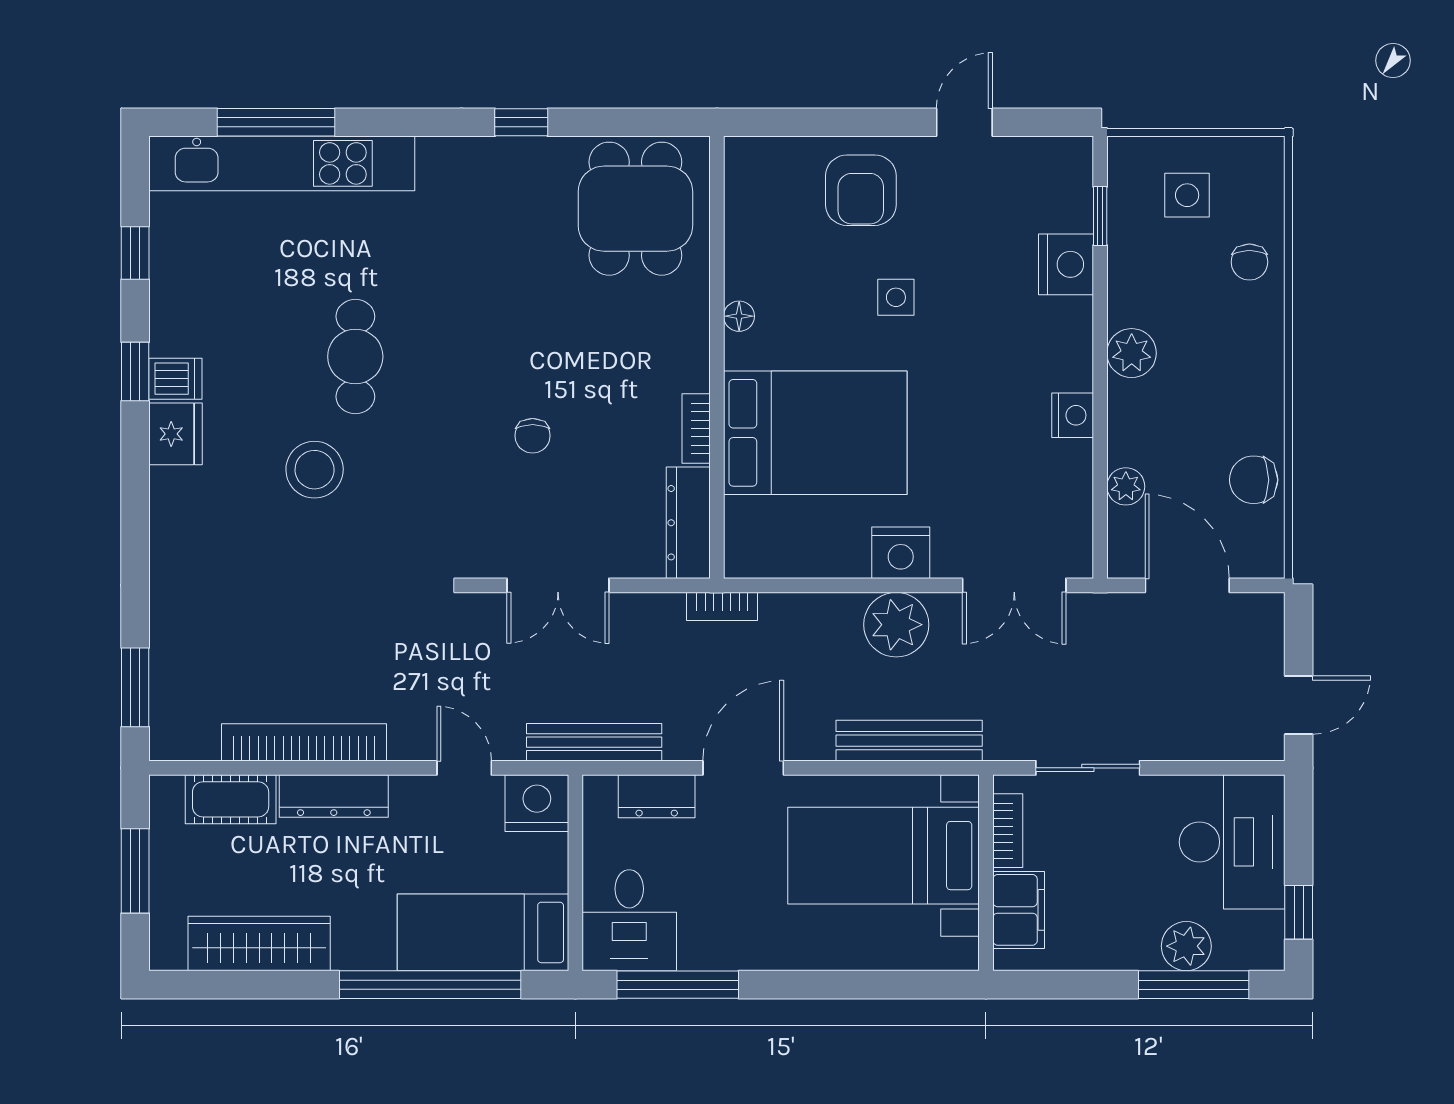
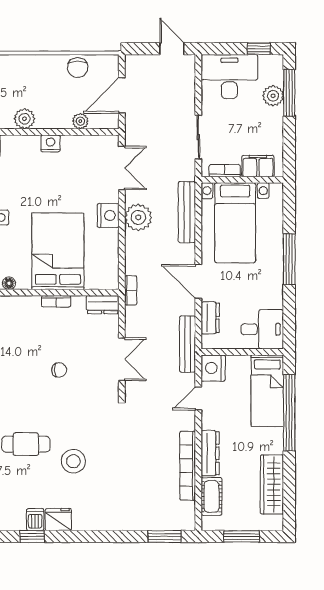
dresser: (688, 523) -> (103, 305), width x0.70
window: (678, 985) -> (289, 259), moved

